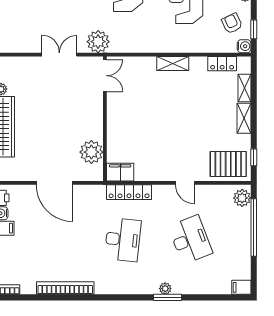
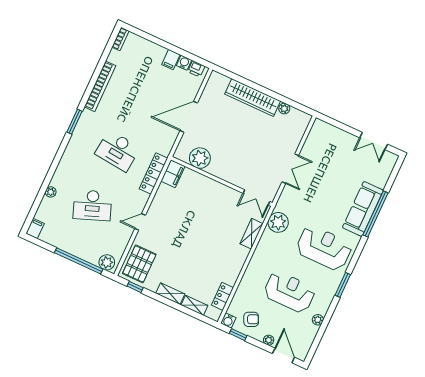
plant: (98, 42) -> (278, 222), moved
shelving: (173, 64) -> (251, 234), moved
plant: (165, 289) -> (51, 192), moved
window: (167, 297) -> (74, 122), moved

